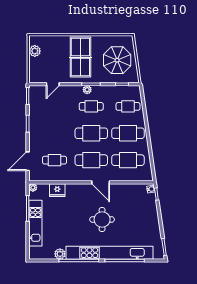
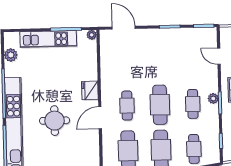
cafe table: (54, 160) -> (126, 61), removed
cafe table: (91, 160) -> (127, 106), width x0.73, depth x0.74
fridge: (57, 190) -> (90, 90), moved
plant: (60, 254) -> (11, 55), moved

